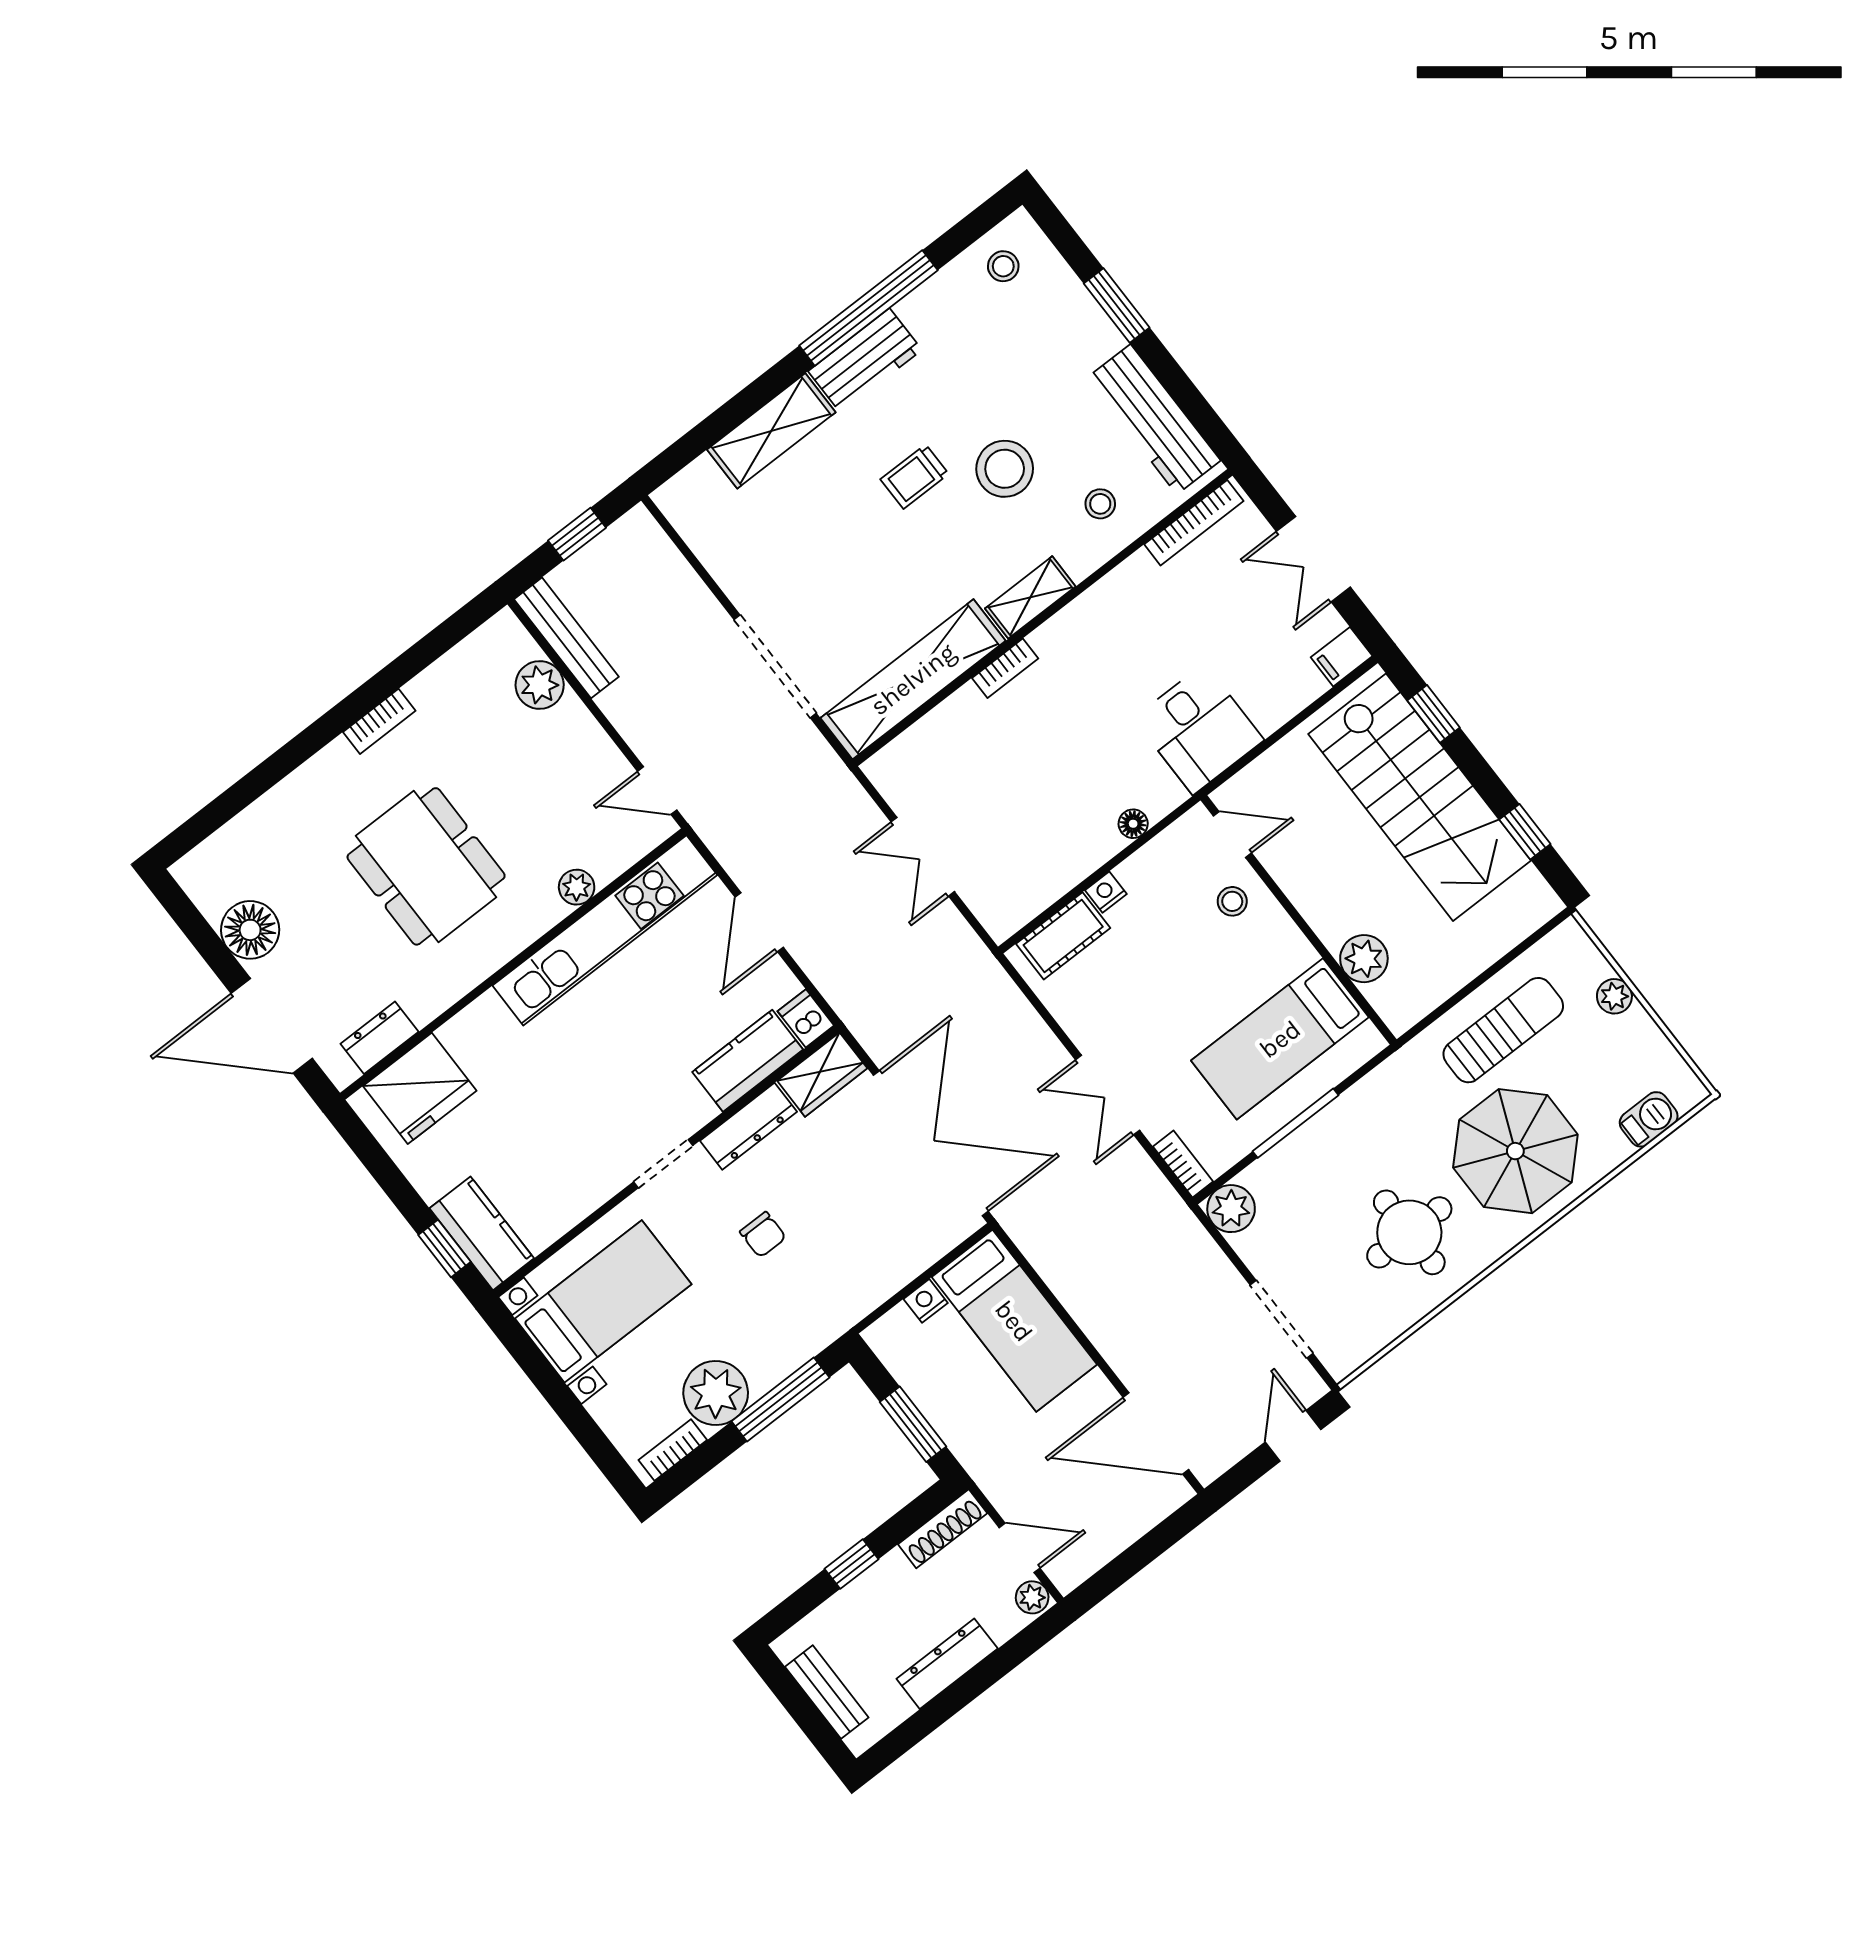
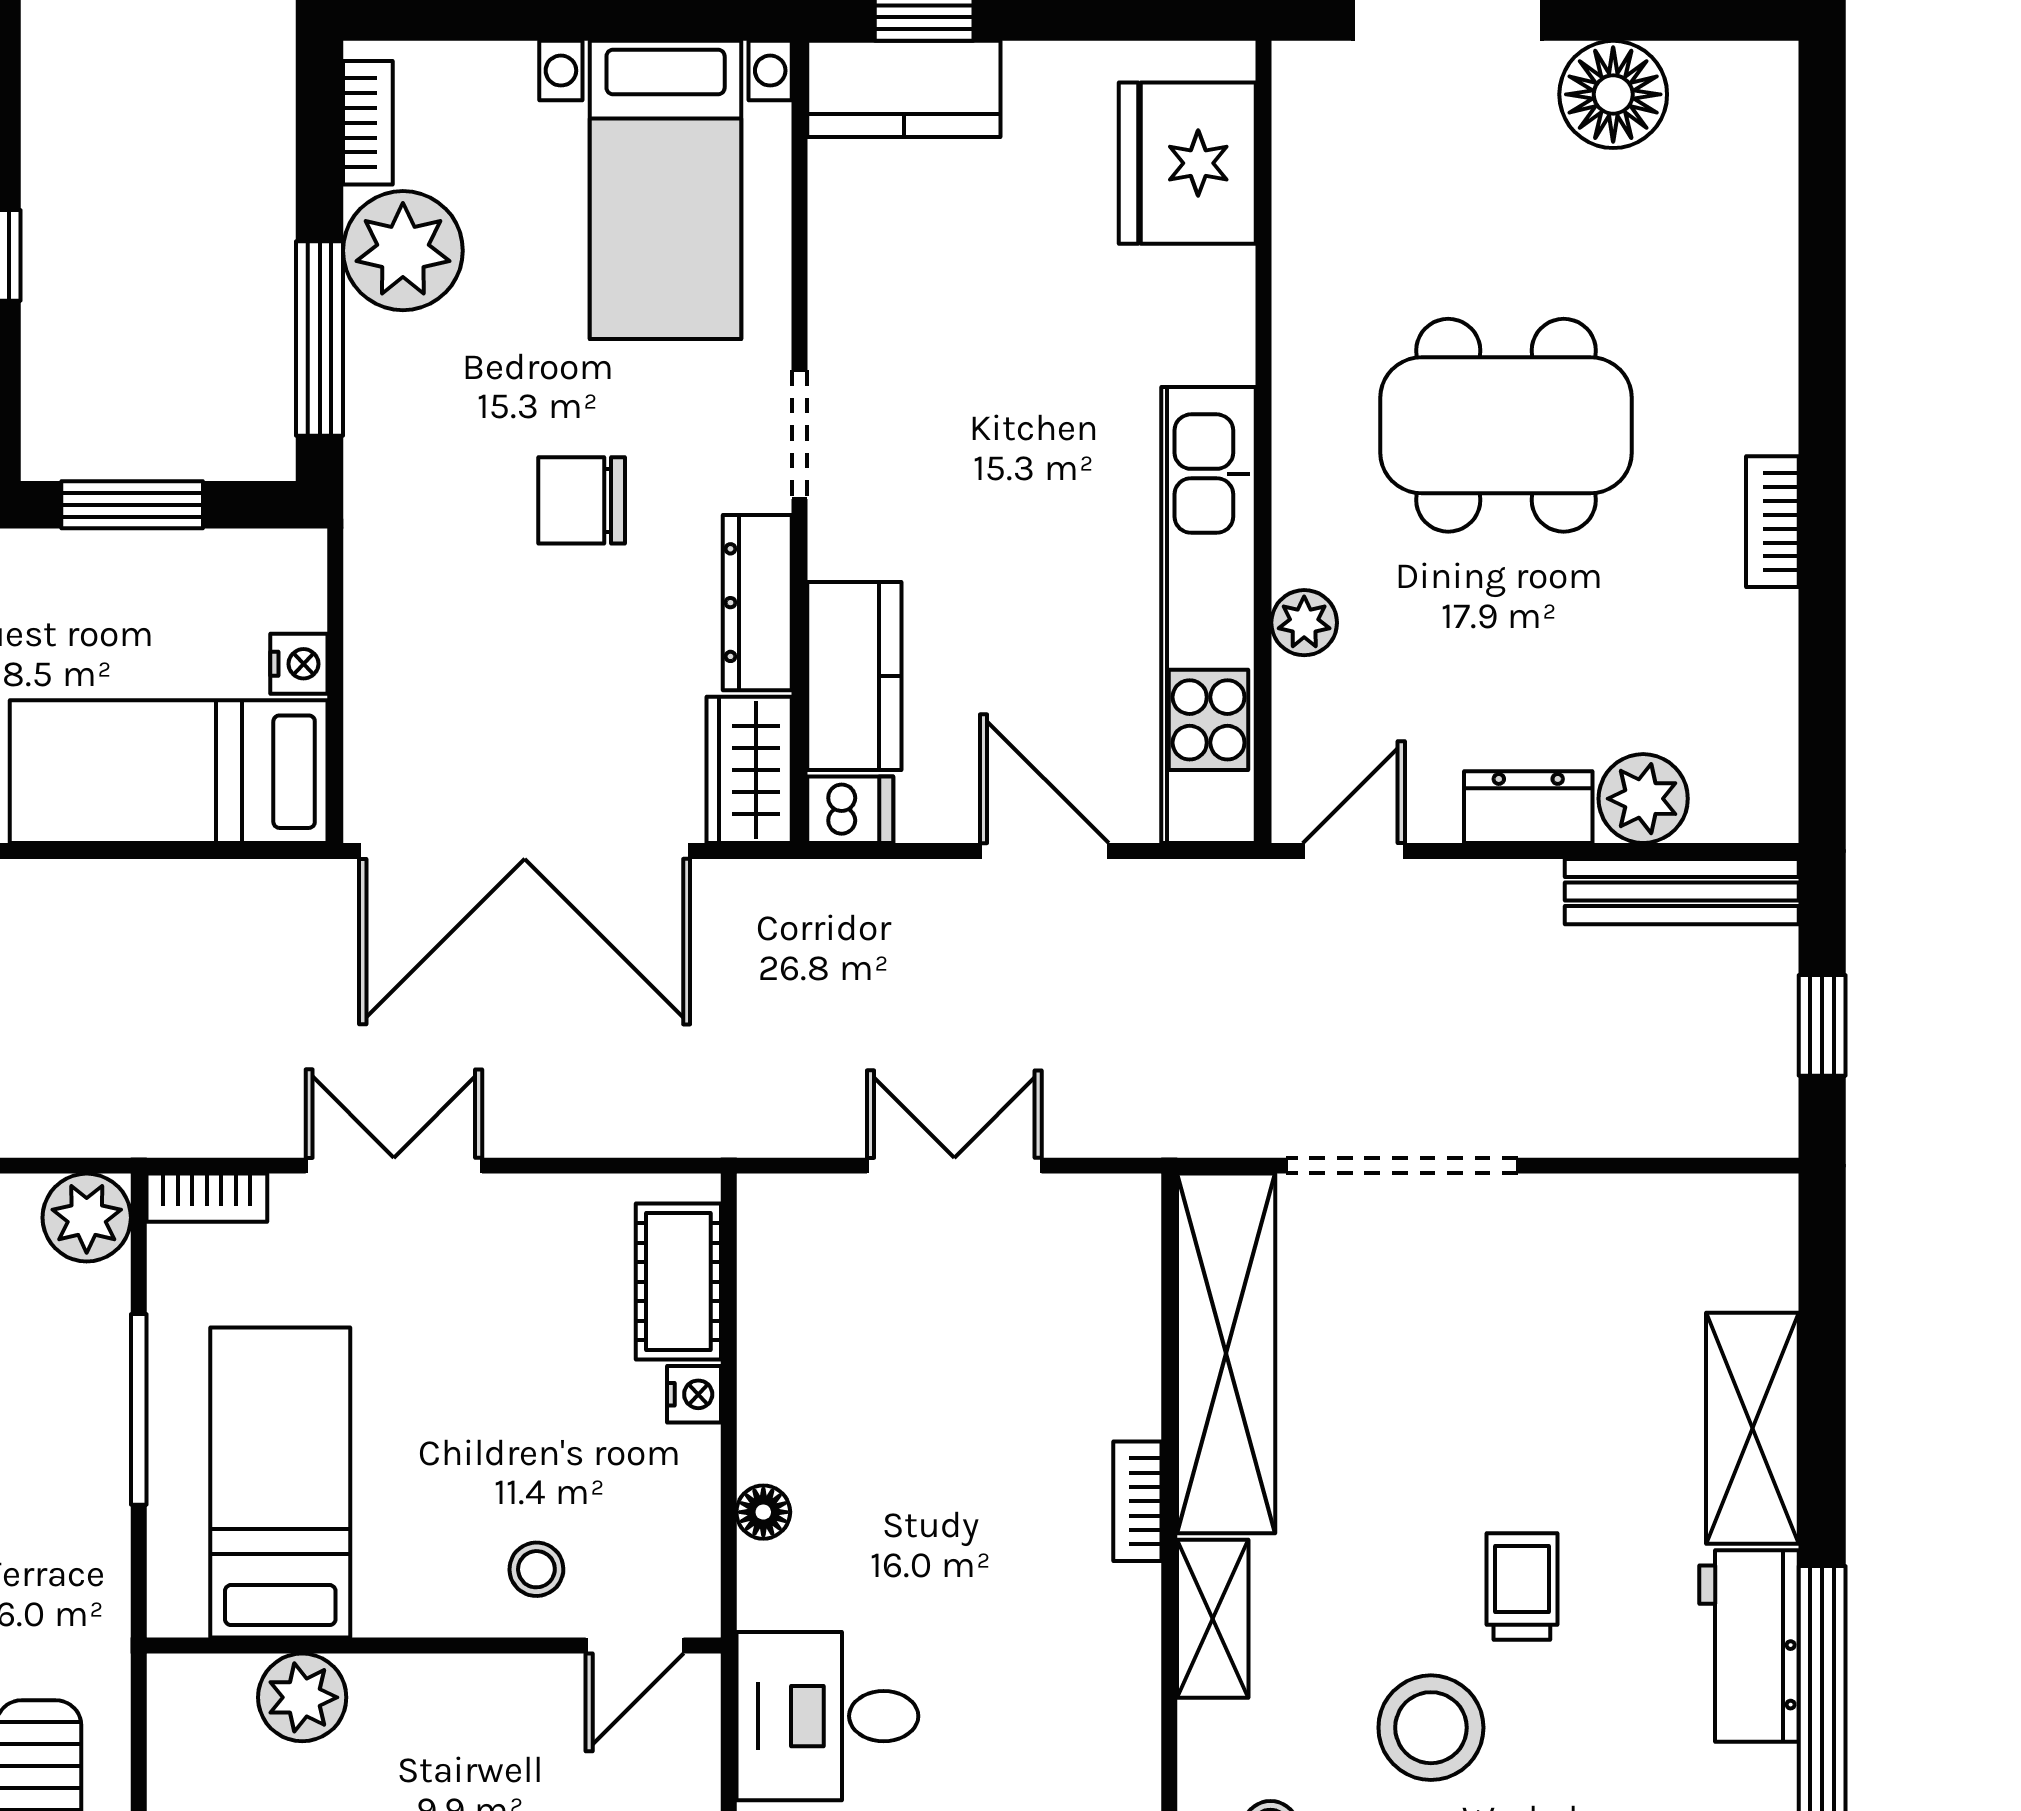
dresser: (380, 1038) -> (1528, 807), moved, turned -90
chair: (763, 1235) -> (582, 500), width x1.37, depth x1.37

